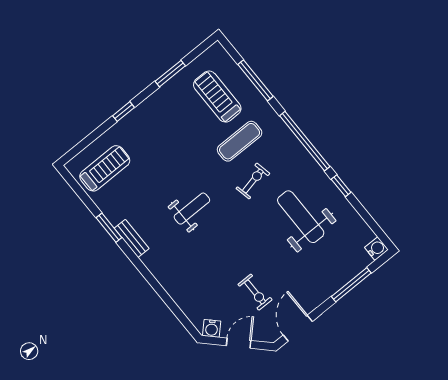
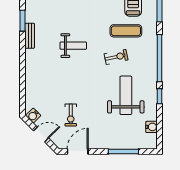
water cooler: (376, 249) -> (151, 127), moved

